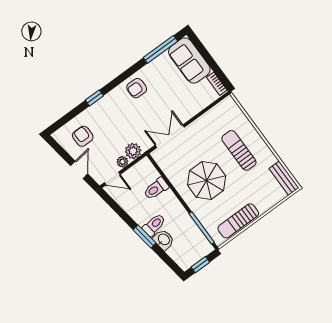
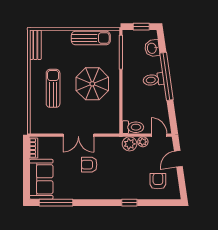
armchair: (137, 88) -> (89, 165), moved, turned 180
armchair: (83, 136) -> (158, 181), turned 180
double door: (170, 136) -> (78, 135), moved
sun lounger: (239, 150) -> (53, 88), turned 180
toilet: (156, 189) -> (133, 127), moved
window: (144, 236) -> (167, 76), width x2.11
washbasin: (164, 240) -> (152, 48), moved

